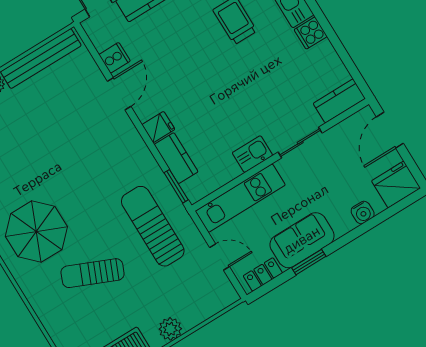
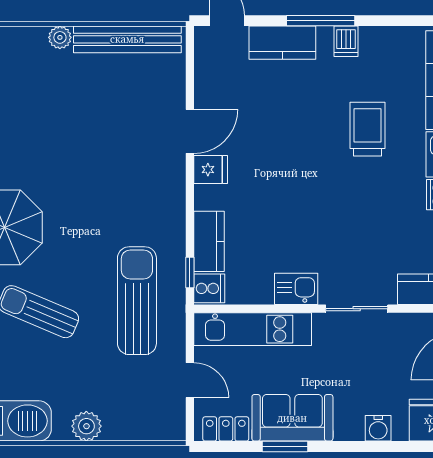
cooker: (115, 58) -> (209, 288), moved
fridge: (158, 127) -> (211, 170), moved
window: (176, 186) -> (190, 273), width x0.67

